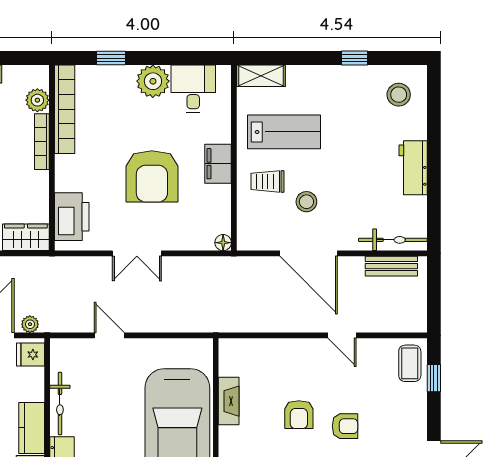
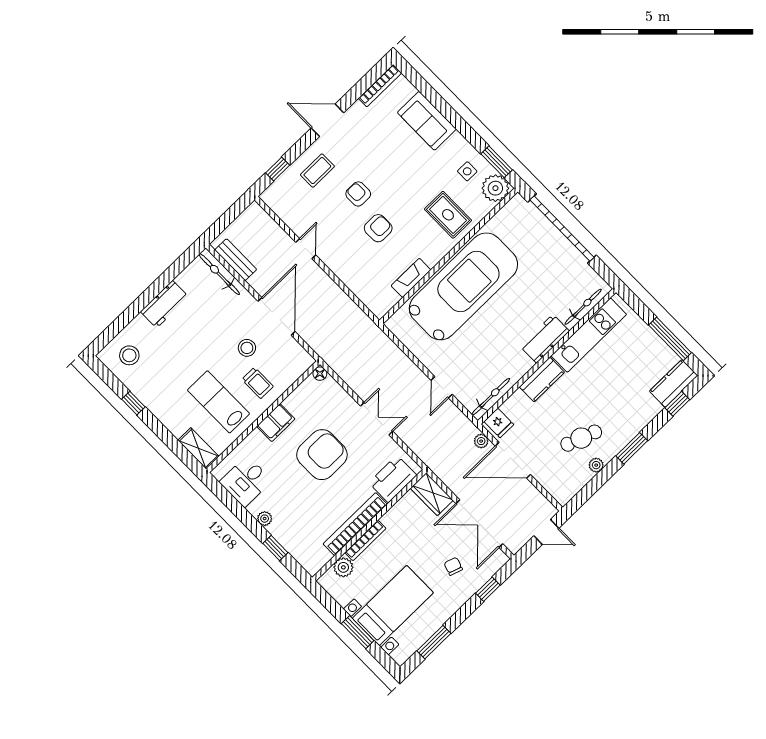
plant: (153, 81) -> (265, 519), width x0.53, depth x0.53
bookcase: (65, 109) -> (355, 524), moved
coffee table: (410, 363) -> (317, 171), moved
bicycle: (60, 403) -> (491, 397), moved

